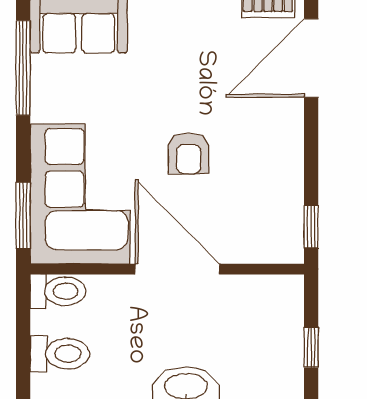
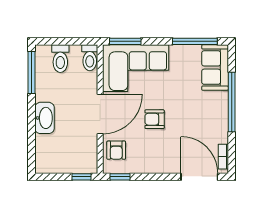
armchair: (254, 235) -> (116, 150), added
window: (311, 347) -> (82, 177), moved

